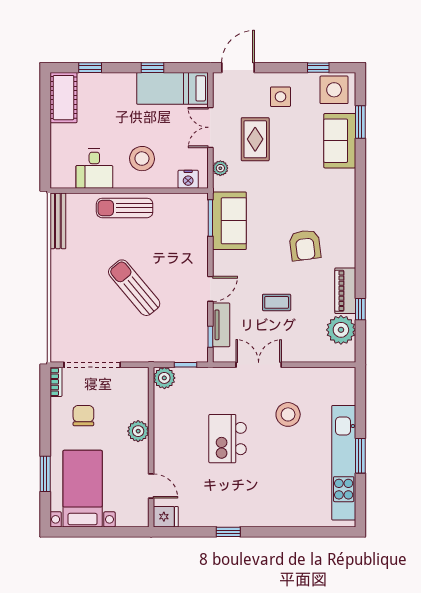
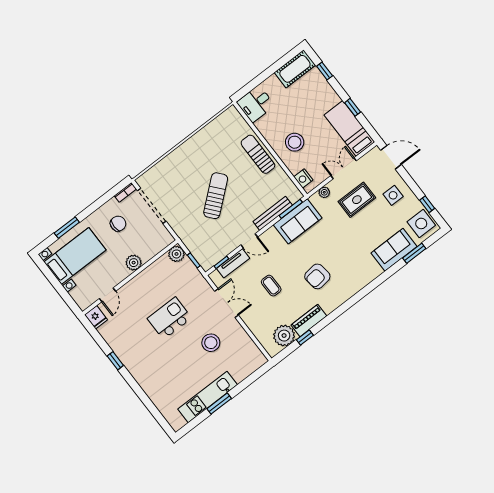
desk: (94, 169) -> (256, 104), moved
bench: (58, 221) -> (273, 213), moved
kitchen unit: (344, 463) -> (208, 397), width x0.73

